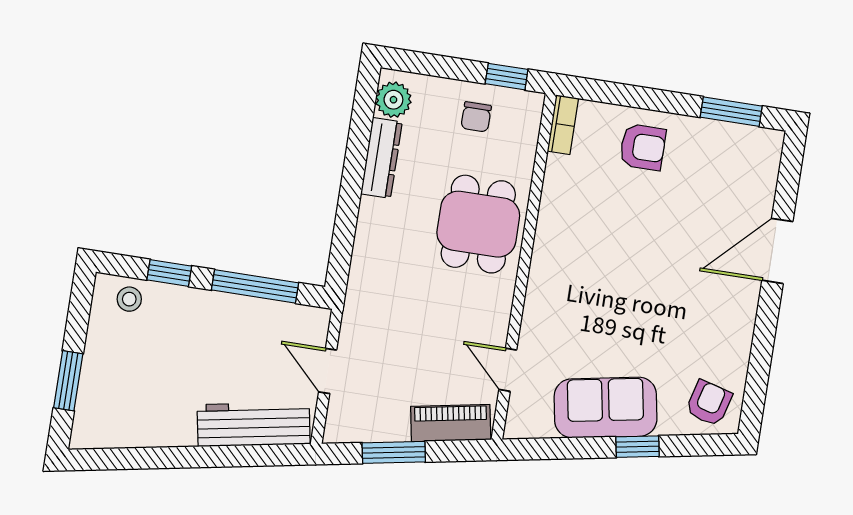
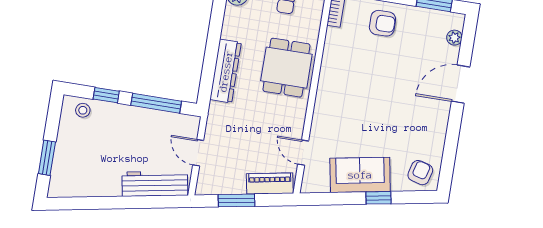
dresser: (381, 158) -> (226, 71), moved, width x1.37, depth x1.24
plant: (766, 171) -> (454, 38), added

